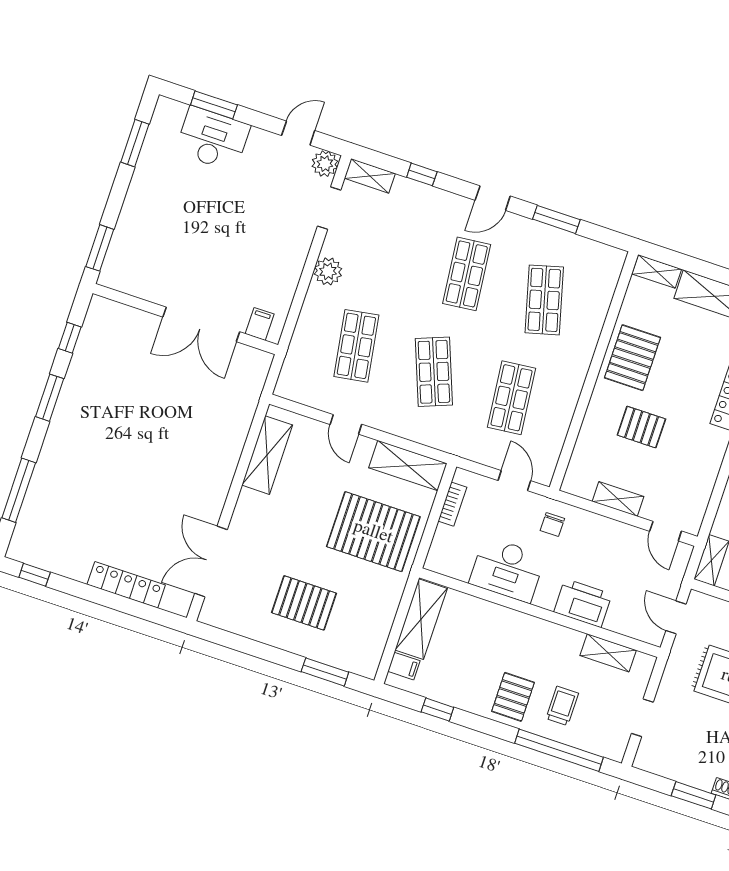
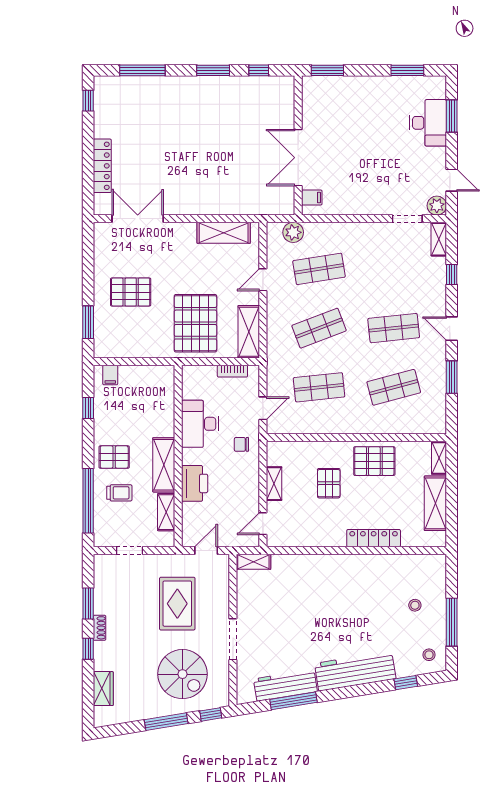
plant: (328, 271) -> (293, 232), moved
pallet: (304, 603) -> (131, 292), turned 90
shelving: (421, 619) -> (164, 465), moved, turned 90

